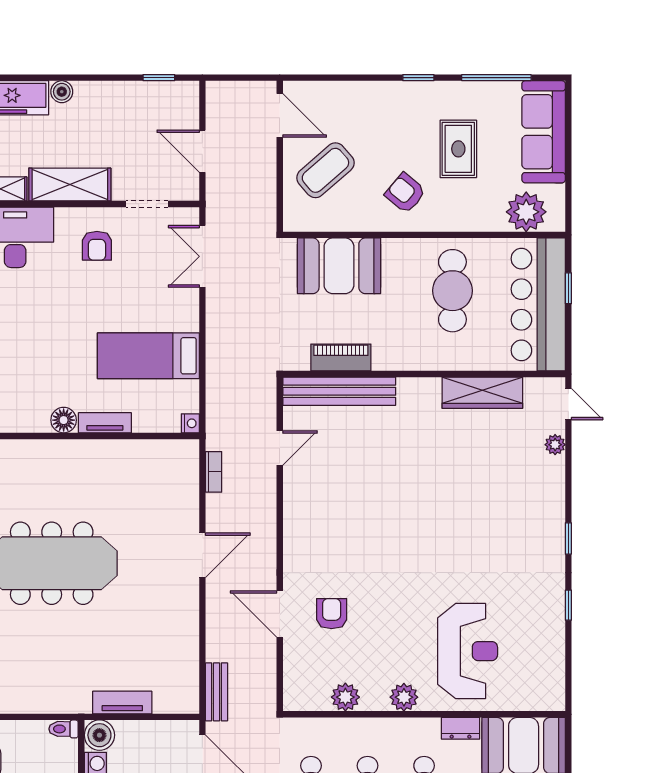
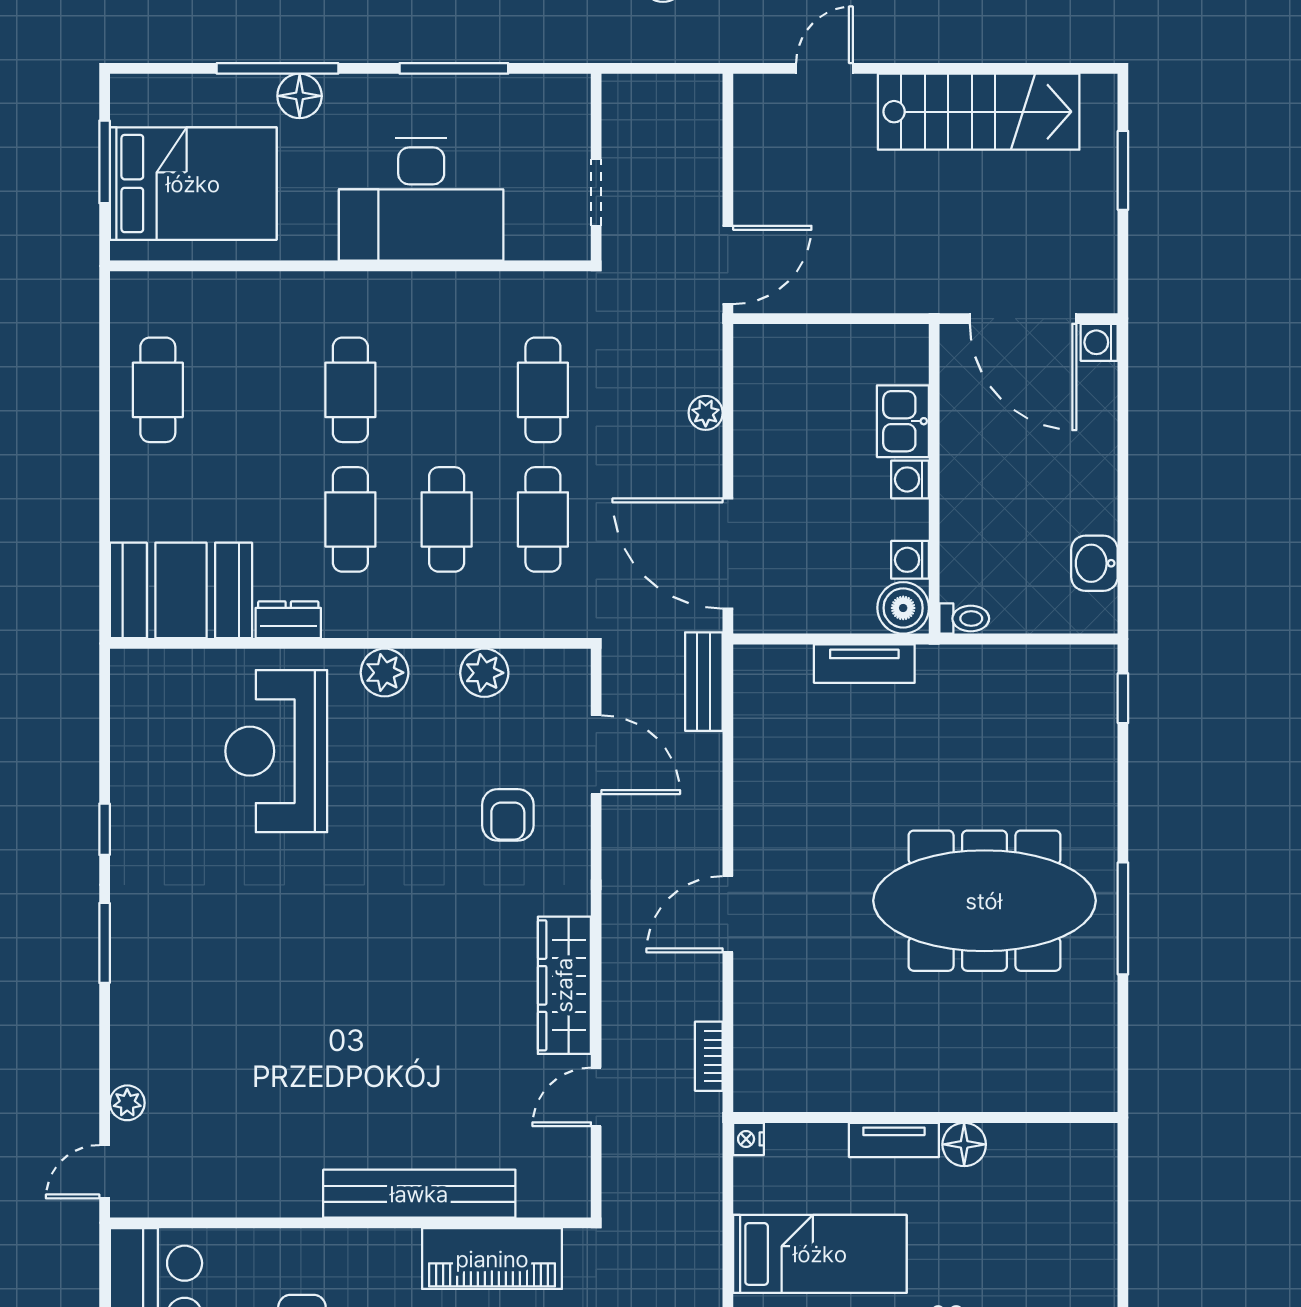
piano: (341, 358) -> (492, 1259), width x1.37, depth x1.33
bench: (339, 391) -> (419, 1194), moved
wardrobe: (482, 393) -> (564, 985), moved, turned -90
door: (568, 404) -> (105, 1172), hinge flipped
window: (568, 538) -> (105, 943), width x1.50
door: (280, 614) -> (596, 755), moved

